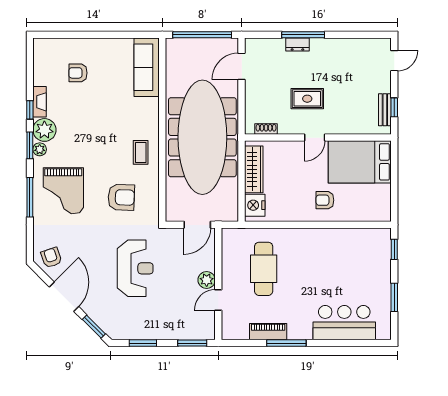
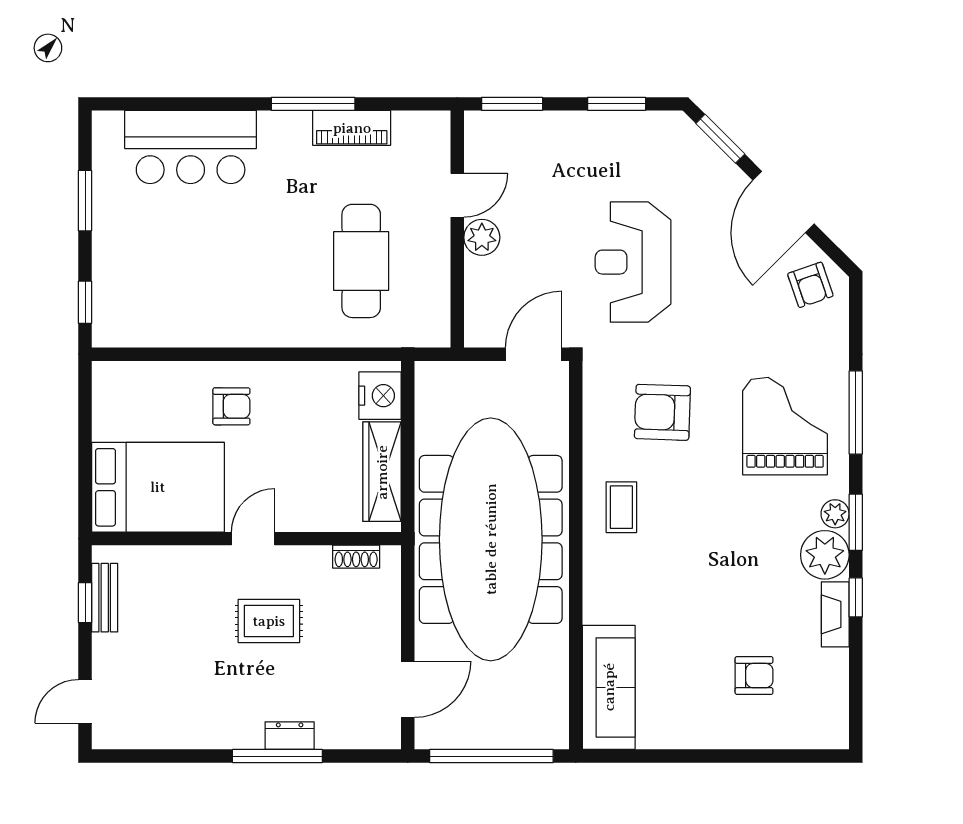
door: (197, 225) -> (534, 354), moved

